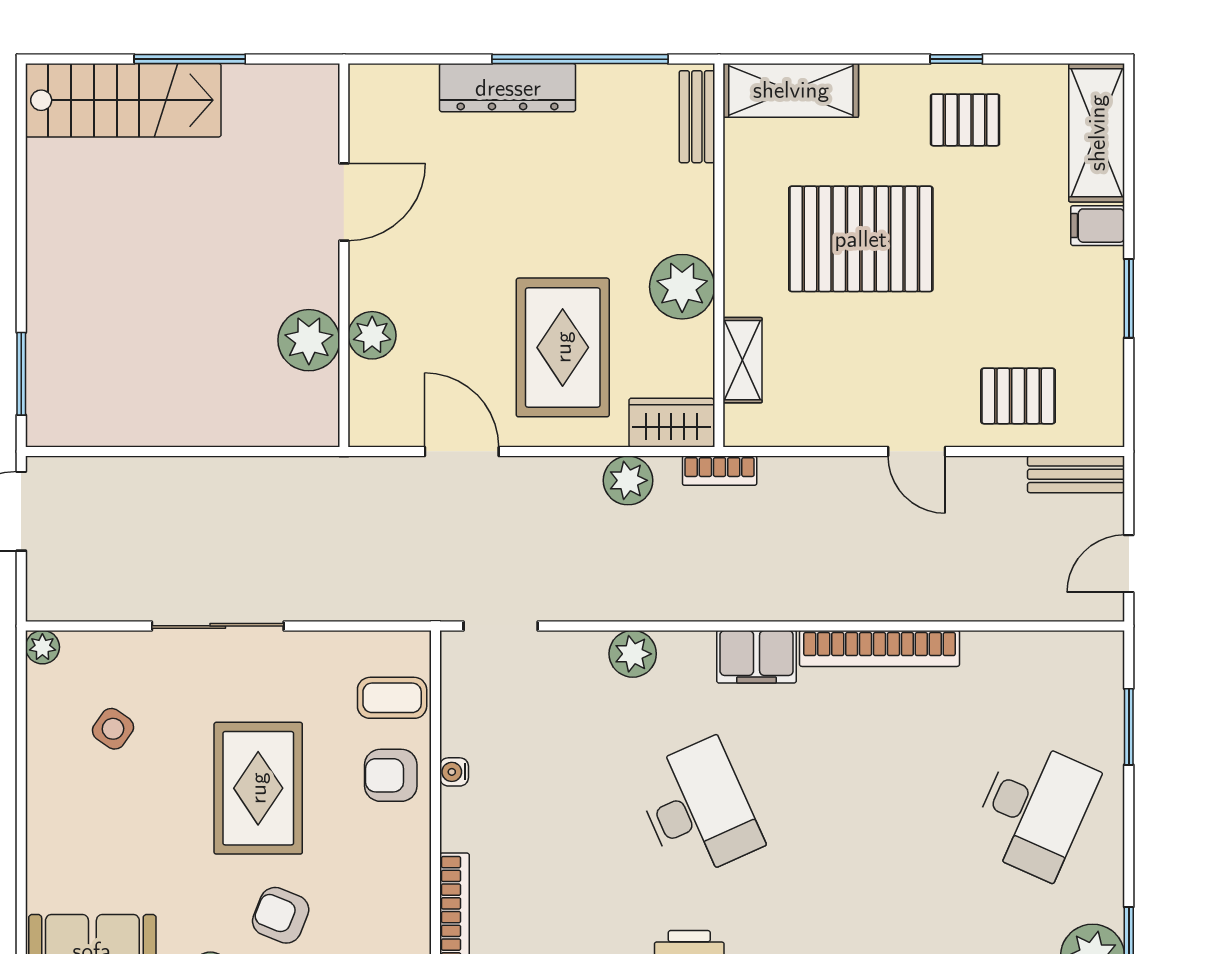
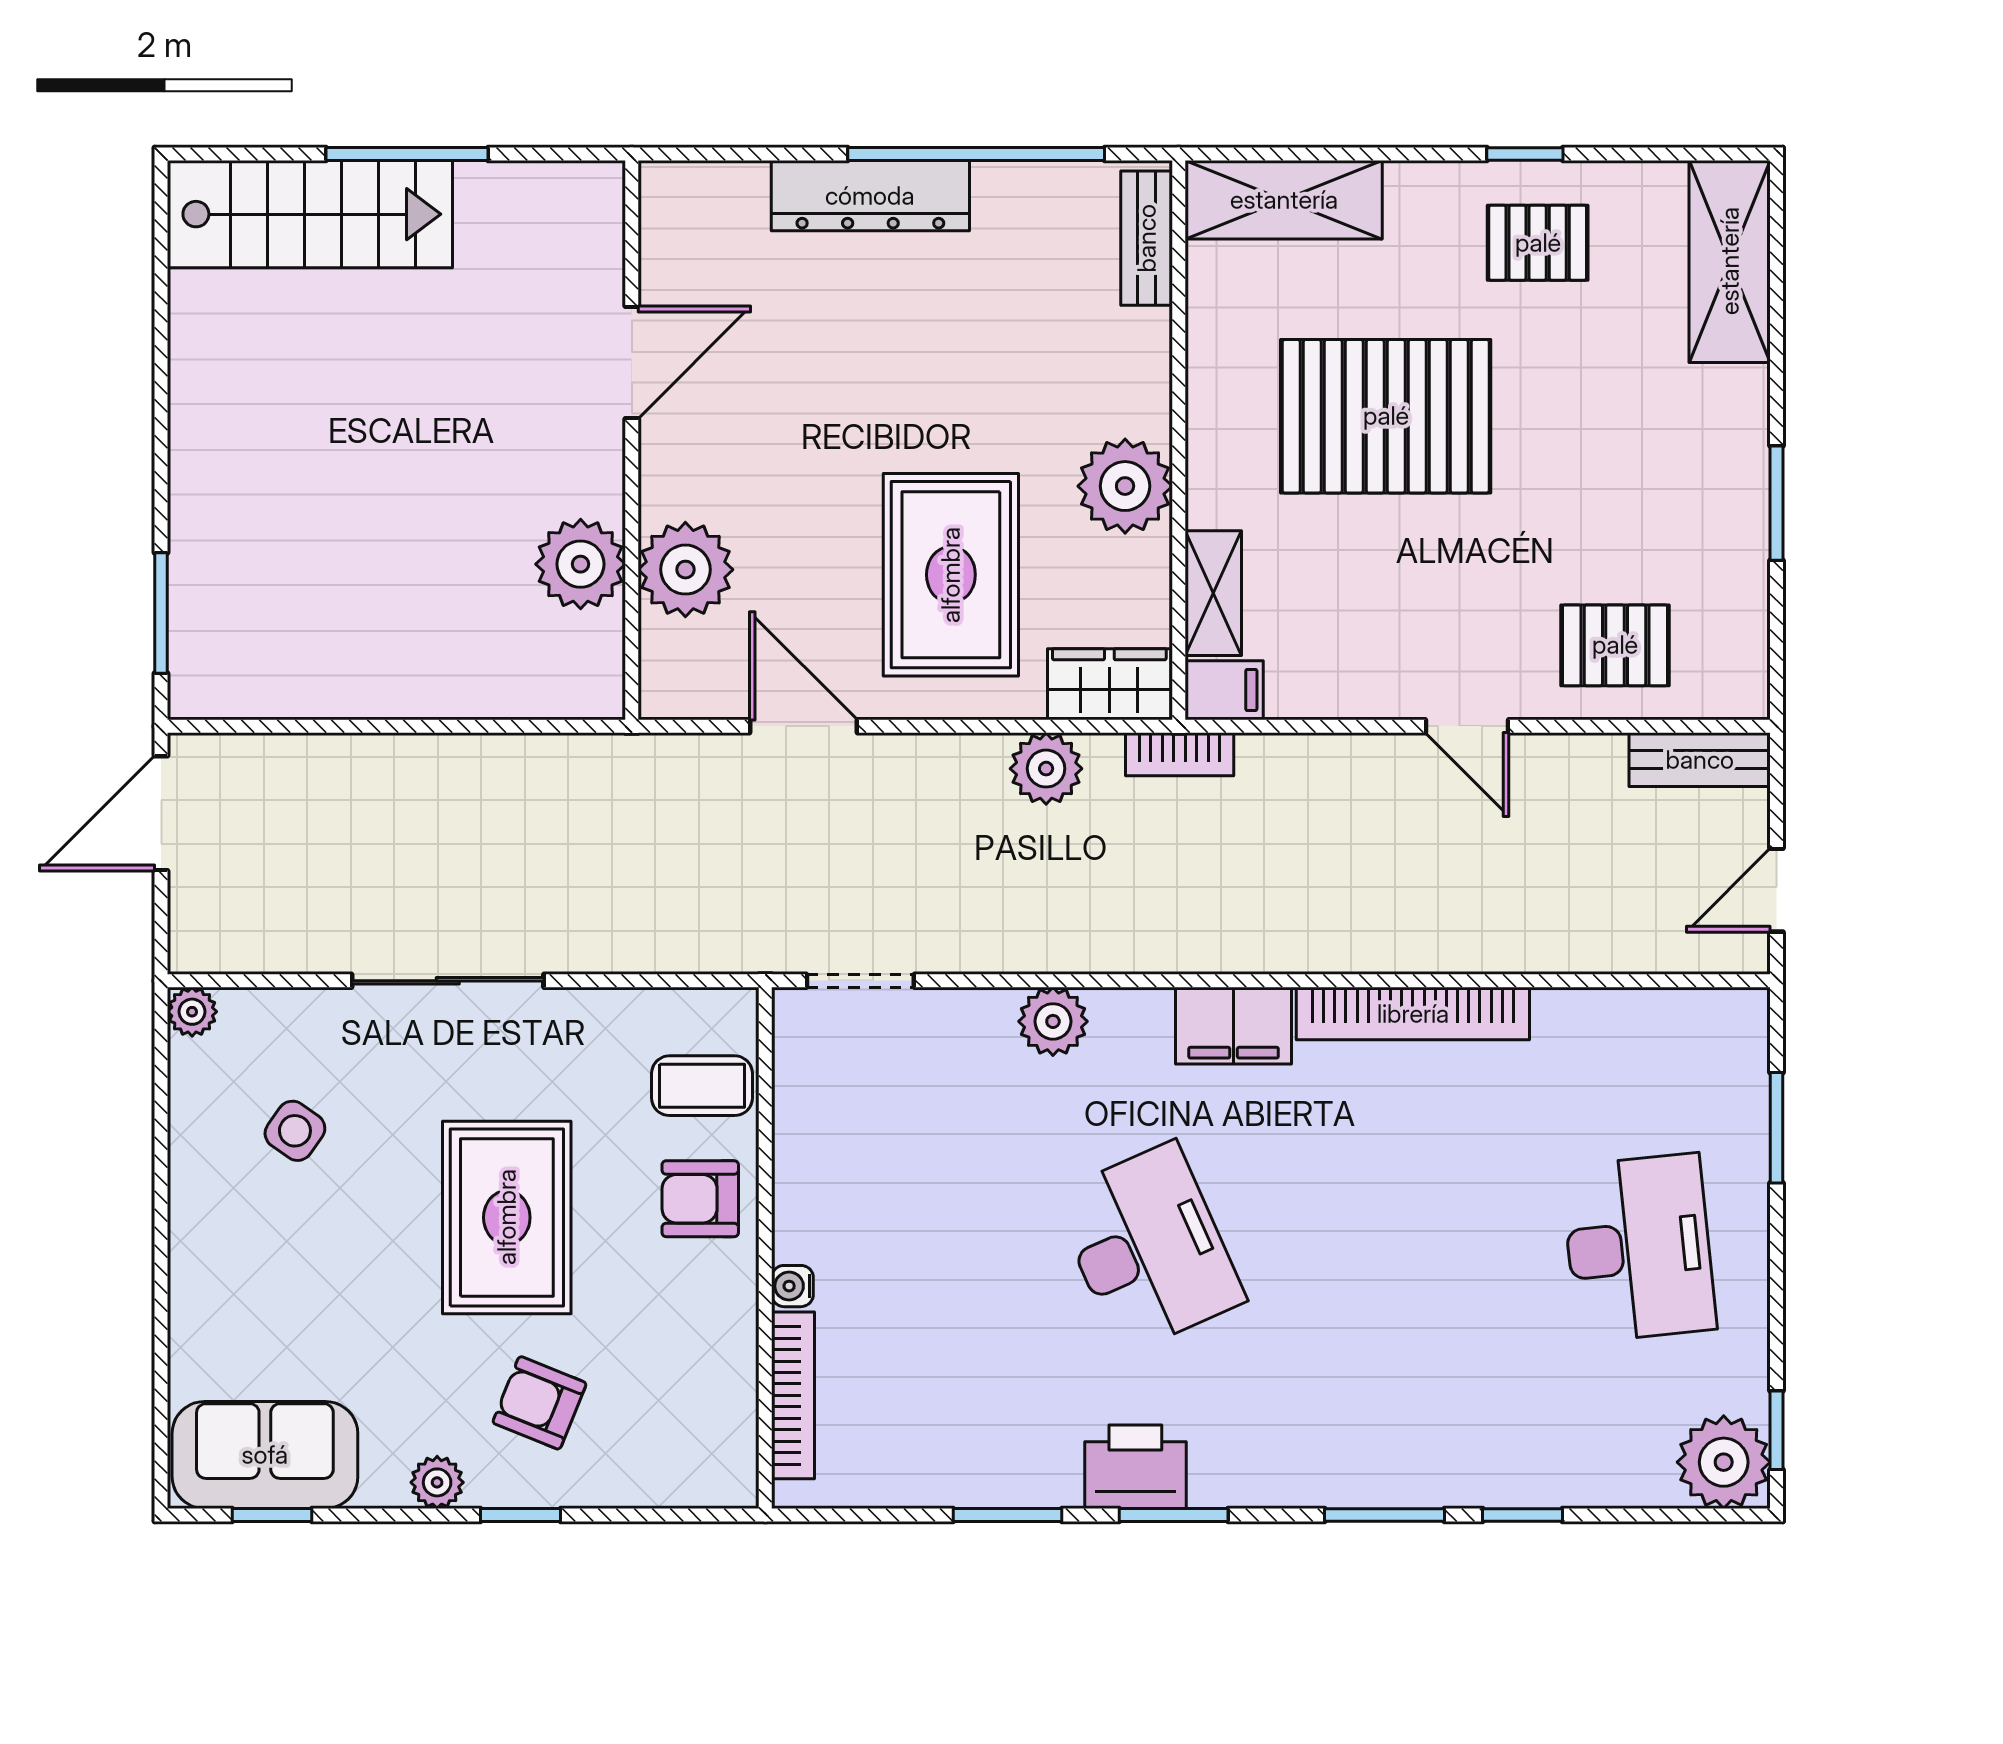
filing cabinet: (1098, 226) -> (1224, 690), moved, turned 180
plant: (372, 335) -> (685, 570), width x1.36, depth x1.36
water cooler: (454, 772) -> (792, 1286), moved
desk: (1034, 809) -> (1639, 1248), turned -30

